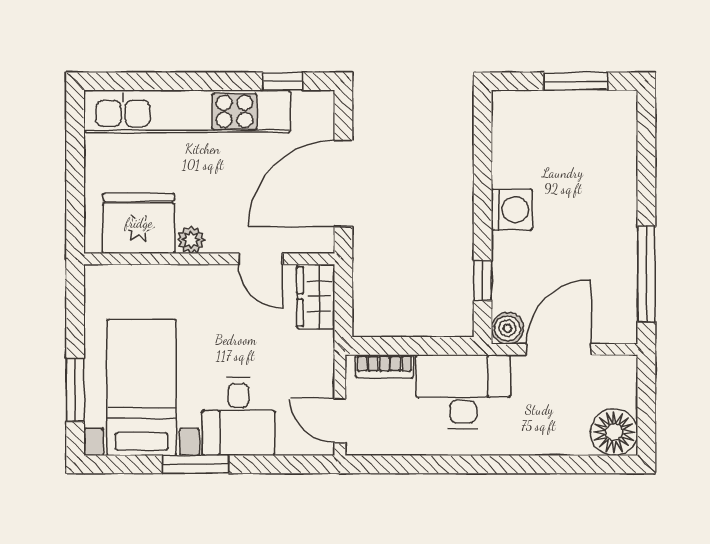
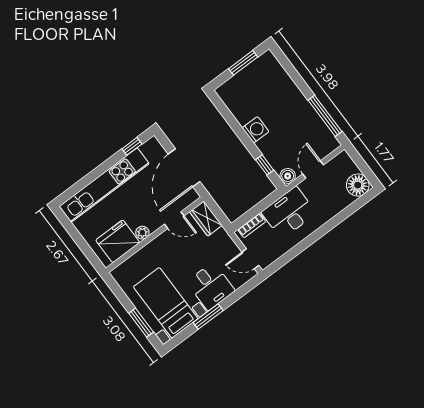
door: (559, 349) -> (313, 169), width x0.73

